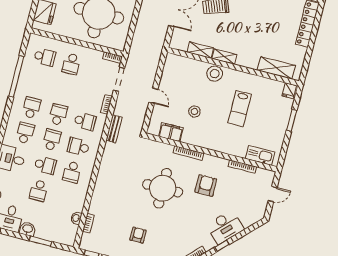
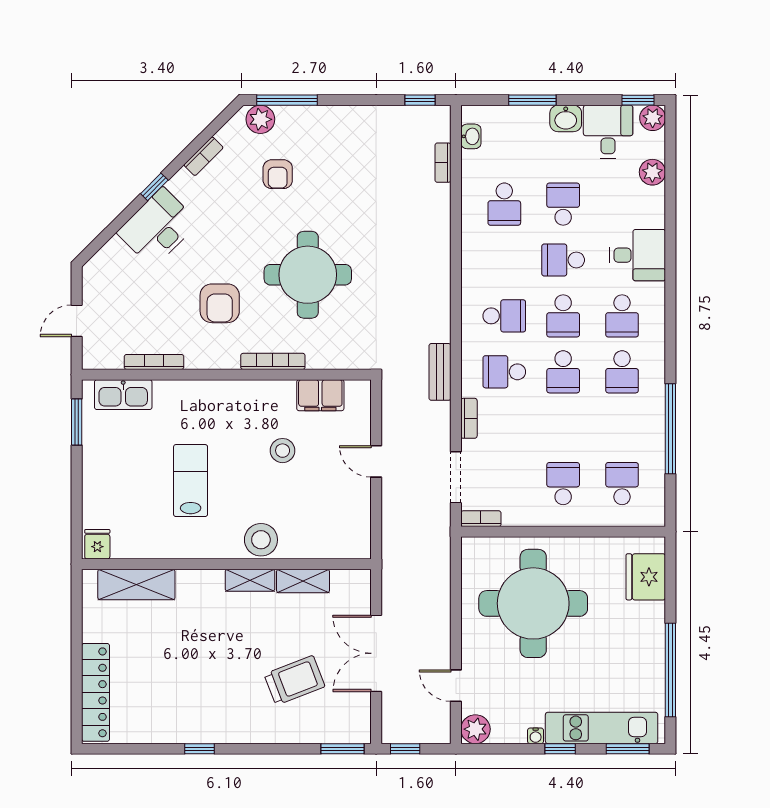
school desk: (45, 57) -> (622, 484), turned 90
window: (292, 120) -> (77, 422), moved
school desk: (72, 172) -> (504, 204), moved, turned 180
washbasin: (76, 218) -> (471, 136), moved
armchair: (138, 235) -> (278, 174), moved

